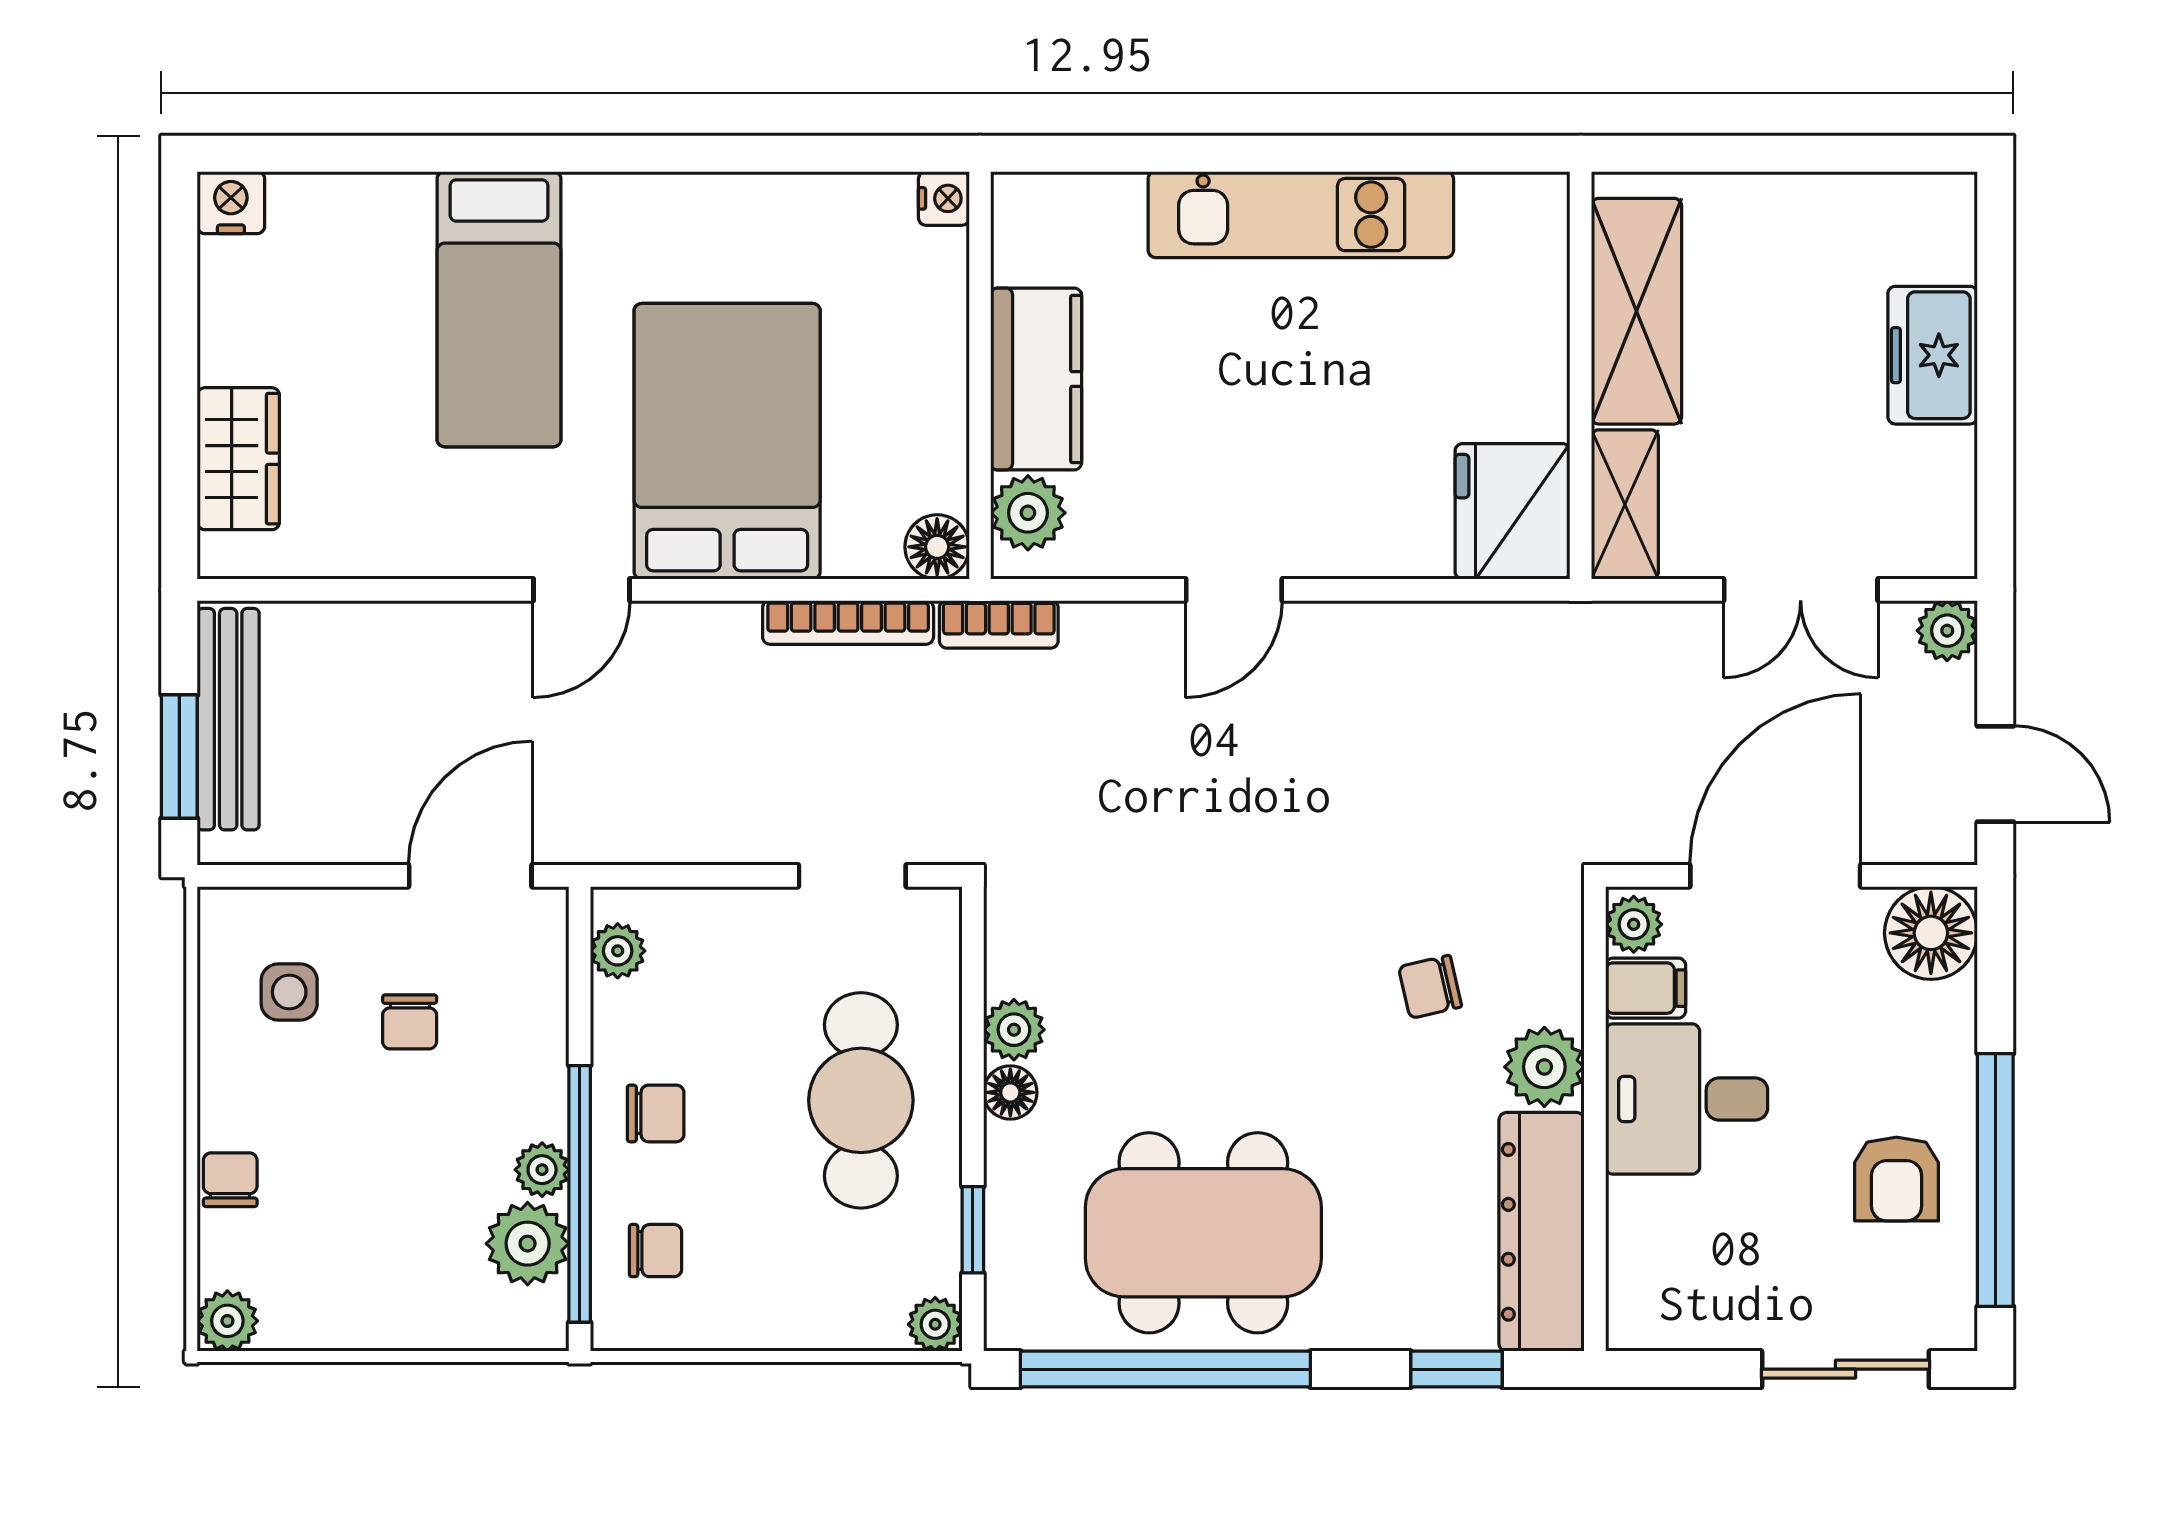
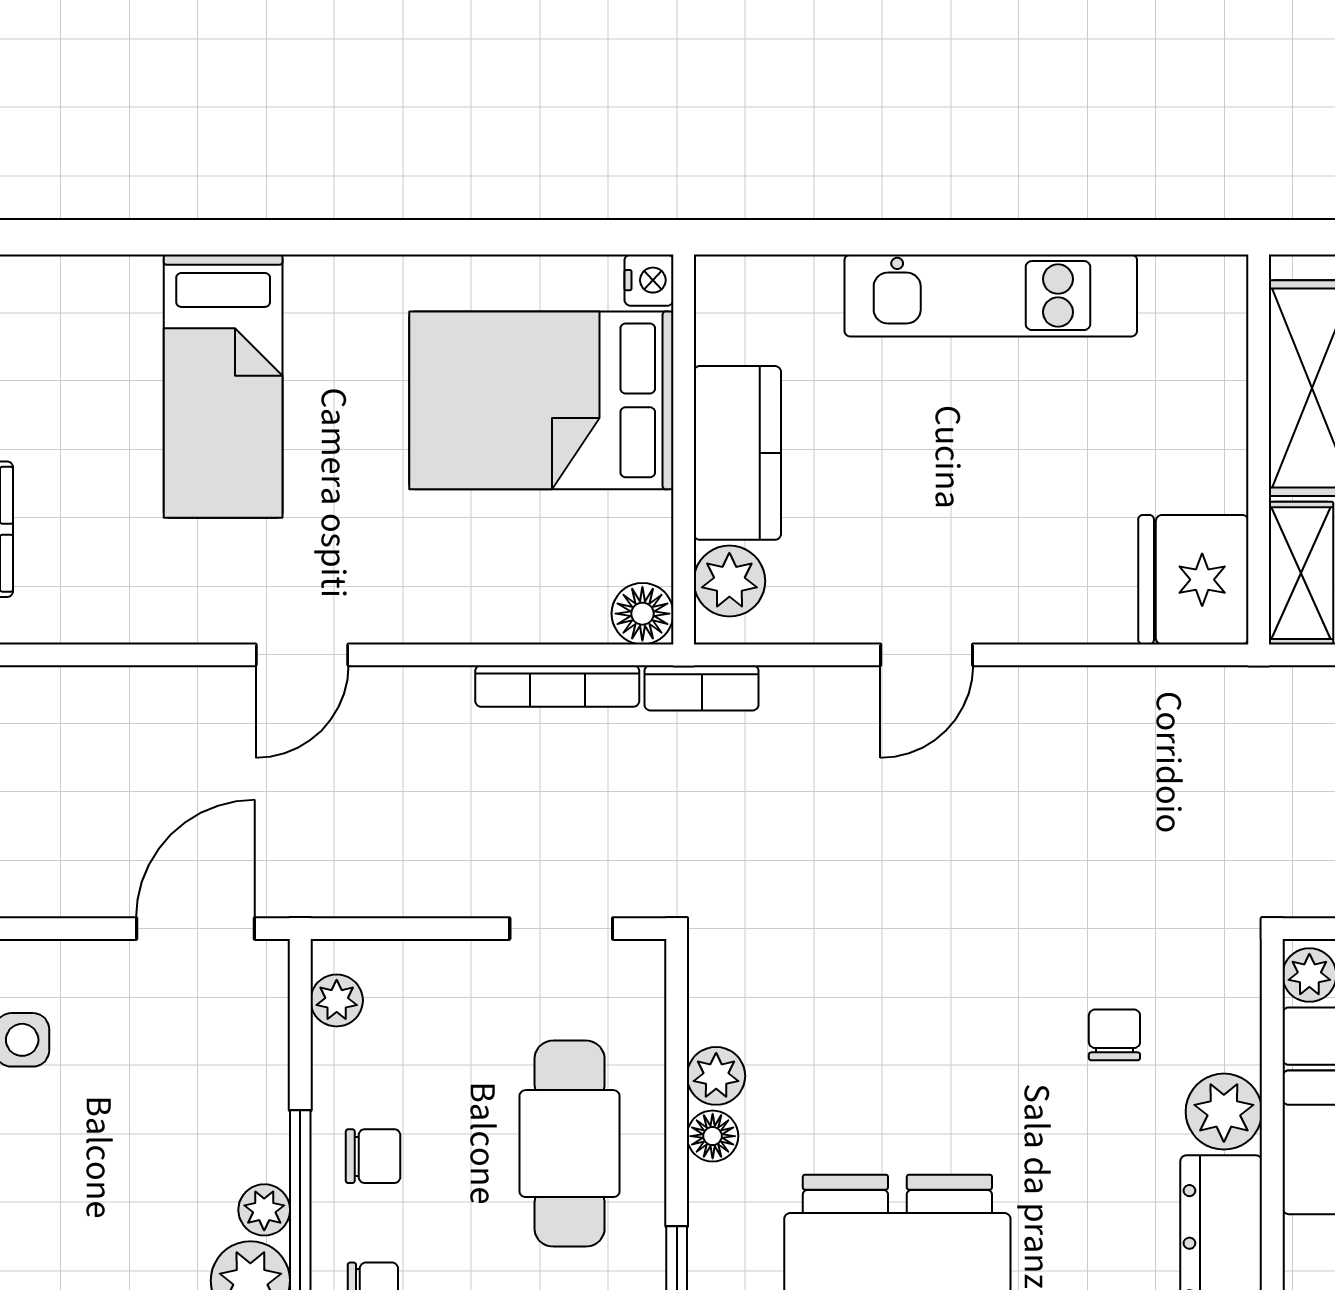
bed: (727, 441) -> (541, 400), moved, turned -90
chair: (1430, 987) -> (1114, 1035), turned 103
chair: (410, 1022) -> (137, 1068), removed

